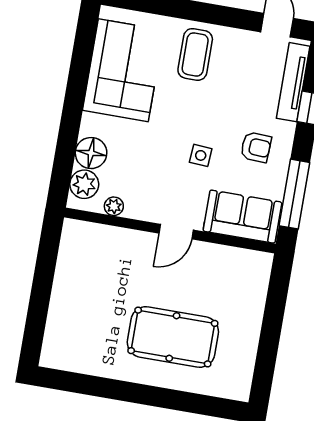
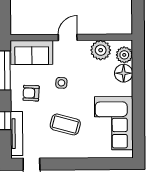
coffee table: (195, 54) -> (65, 124), moved, turned -75
plant: (114, 206) -> (101, 50), width x1.87, depth x1.87

